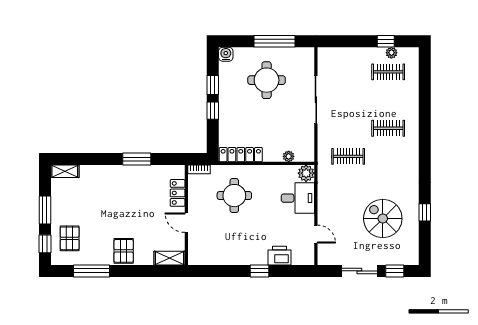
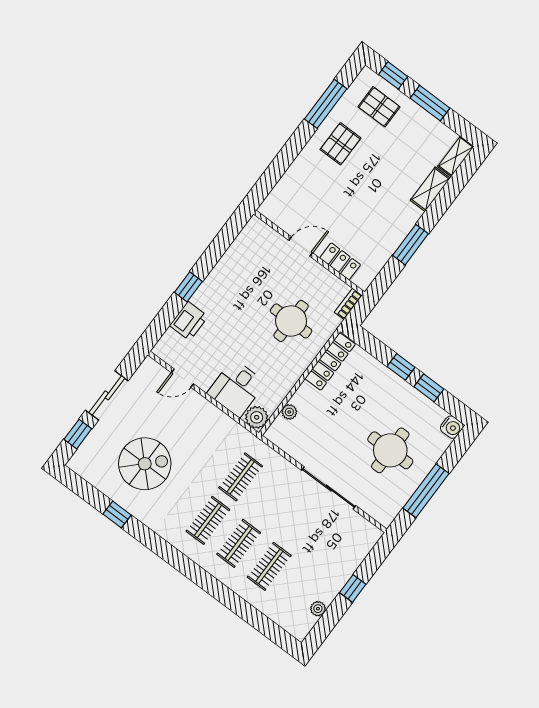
window: (386, 41) -> (353, 588), moved
clothes rail: (388, 72) -> (269, 566), moved
clothes rail: (388, 156) -> (208, 520), added
pallet: (124, 251) -> (341, 144), moved, turned 90
shelving: (169, 258) -> (430, 189), moved

